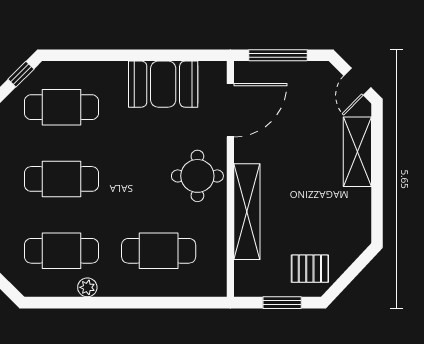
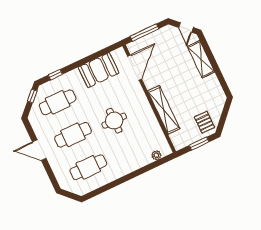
window: (81, 55) -> (55, 75), added
round table: (197, 176) -> (114, 121), moved
cafe table: (159, 251) -> (132, 146), removed
pallet: (310, 269) -> (204, 122), turned 90
plant: (87, 287) -> (156, 155), moved

